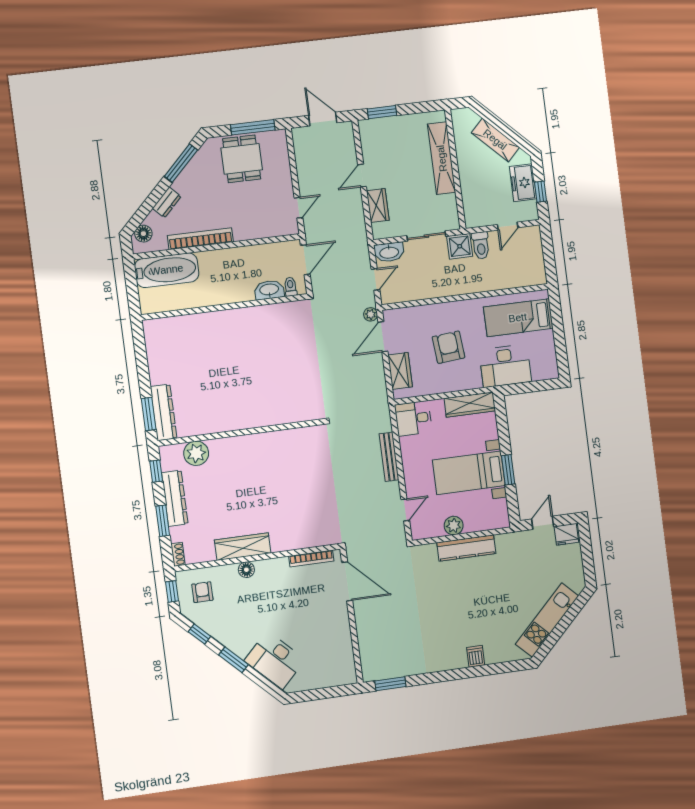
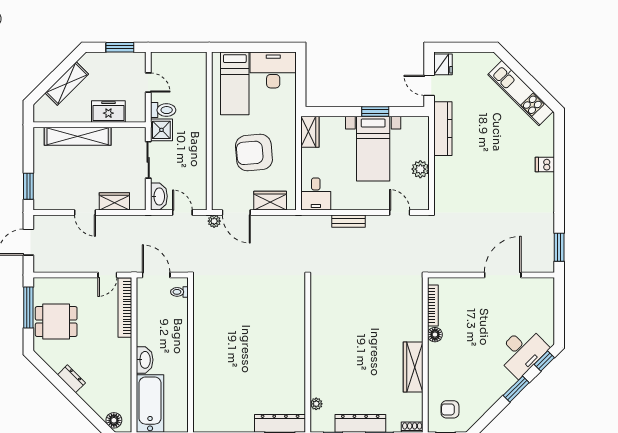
window: (181, 163) -> (53, 378), removed
freezer: (523, 183) -> (108, 112), moved, turned 180
window: (541, 192) -> (120, 47), width x1.50
dresser: (167, 202) -> (71, 379), moved
door: (298, 208) -> (107, 275), swing flipped
bookcase: (200, 239) -> (125, 308), moved
washbasin: (269, 290) -> (145, 360), moved, turned 180
armchair: (449, 347) -> (254, 153), width x1.36, depth x1.36
desk: (505, 366) -> (273, 70), moved, turned -90
wardrobe: (470, 405) -> (310, 132), width x0.67
plant: (196, 453) -> (316, 404), width x0.53, depth x0.53
bench: (389, 457) -> (348, 221), width x0.73
kitchen counter: (466, 548) -> (443, 129), moved
floor lamp: (246, 570) -> (435, 335), moved
door: (347, 581) -> (503, 275), moved
window: (199, 634) -> (544, 361), moved

